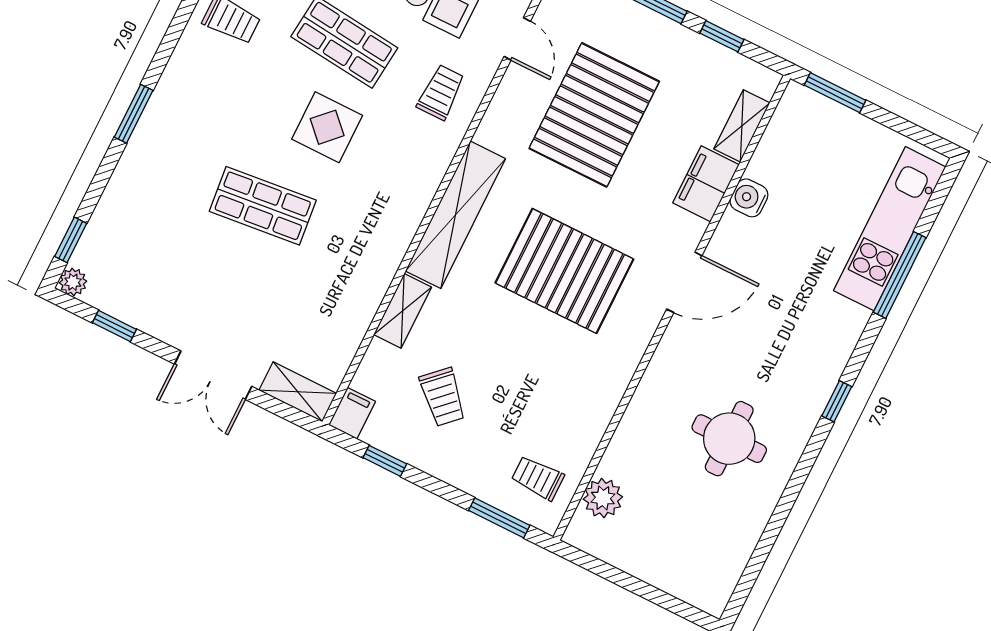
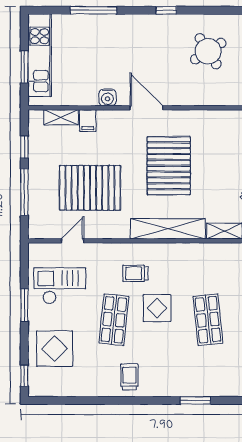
trolley: (441, 92) -> (135, 273), moved
window: (835, 93) -> (24, 67), moved
filing cabinet: (706, 184) -> (88, 121), width x0.50
water cooler: (749, 198) -> (107, 97), moved
kitchen unit: (890, 229) -> (40, 55), moved, turned -90
round table: (729, 439) -> (208, 51), turned -32

